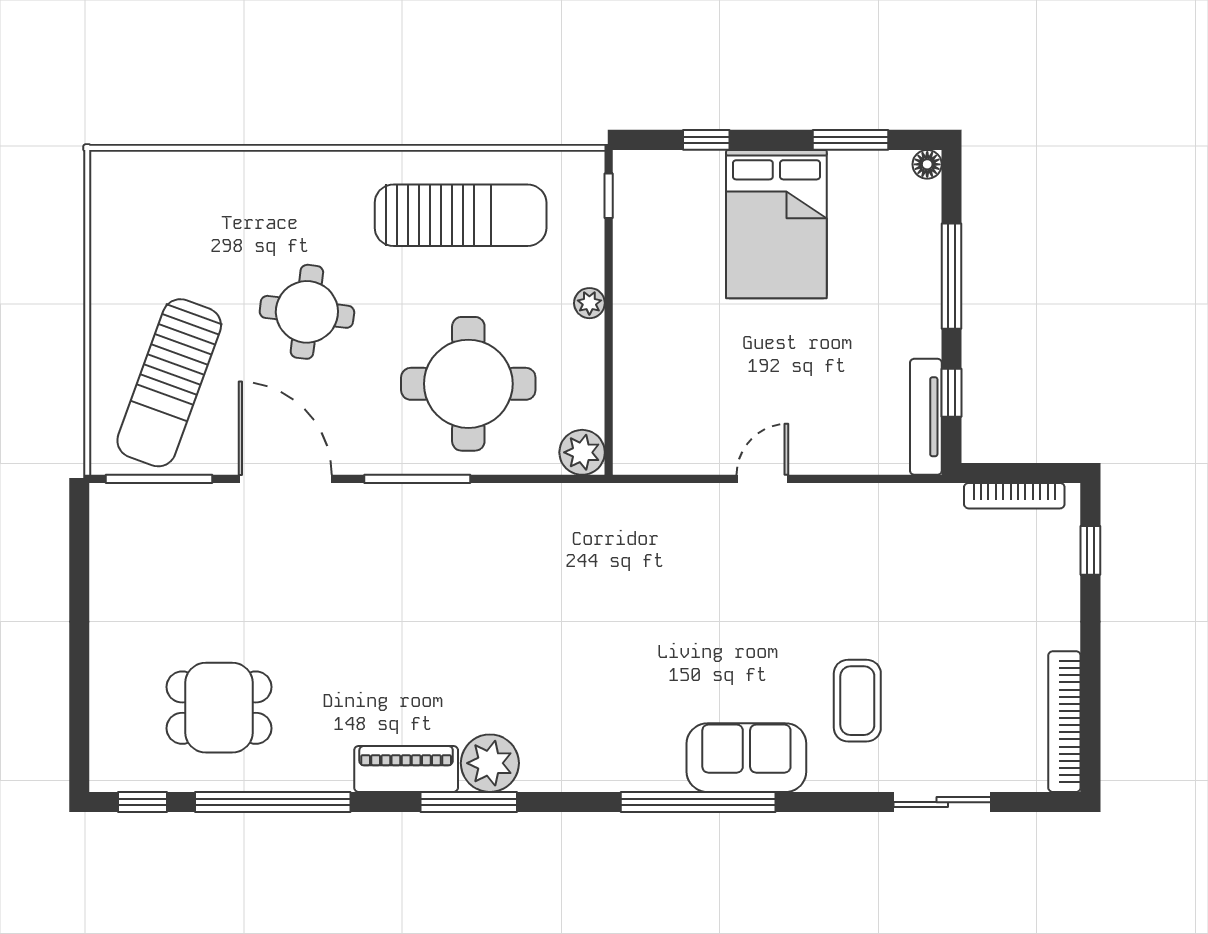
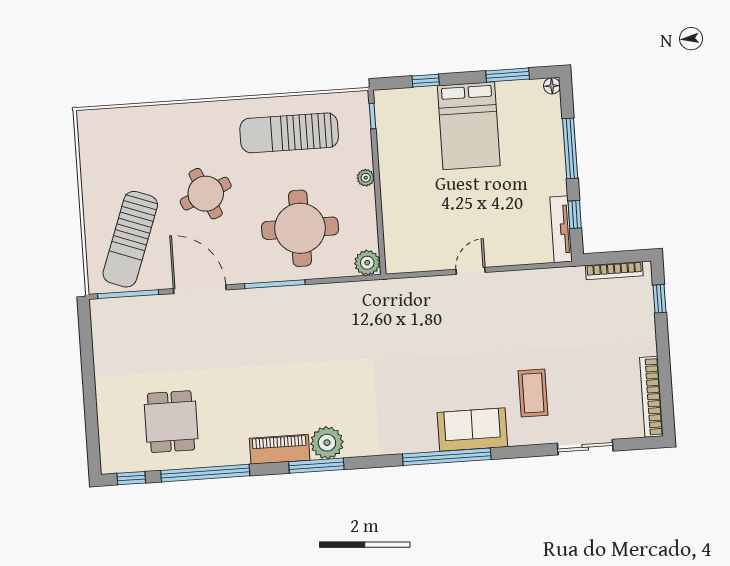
sun lounger: (461, 215) -> (289, 133), turned 180
round table: (307, 312) -> (206, 194), turned -30
dining table: (219, 708) -> (171, 422), turned 90

